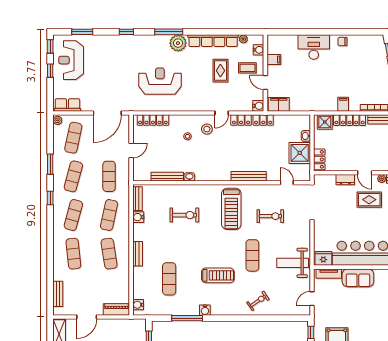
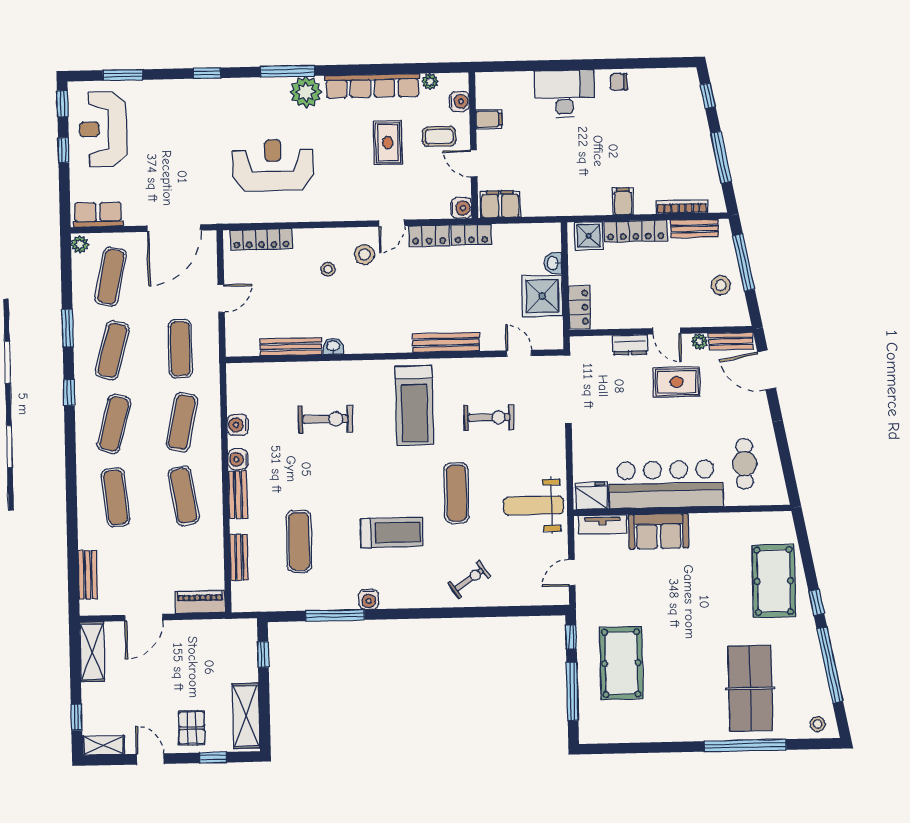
bench: (137, 199) -> (239, 557), moved
water cooler: (138, 305) -> (238, 459), moved

